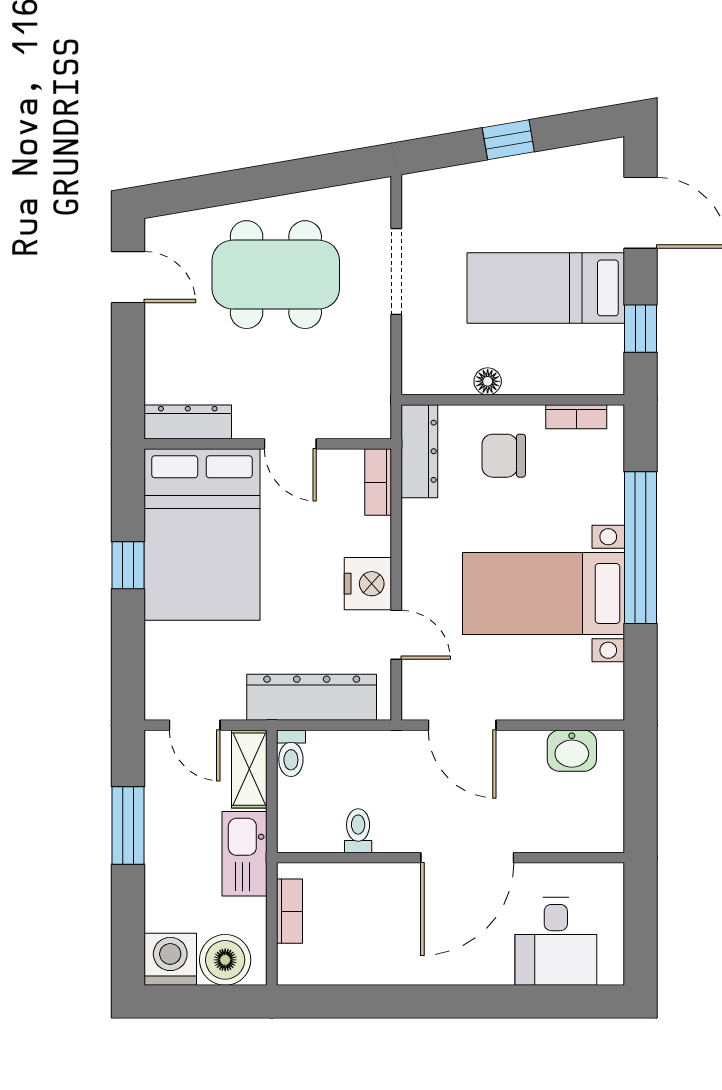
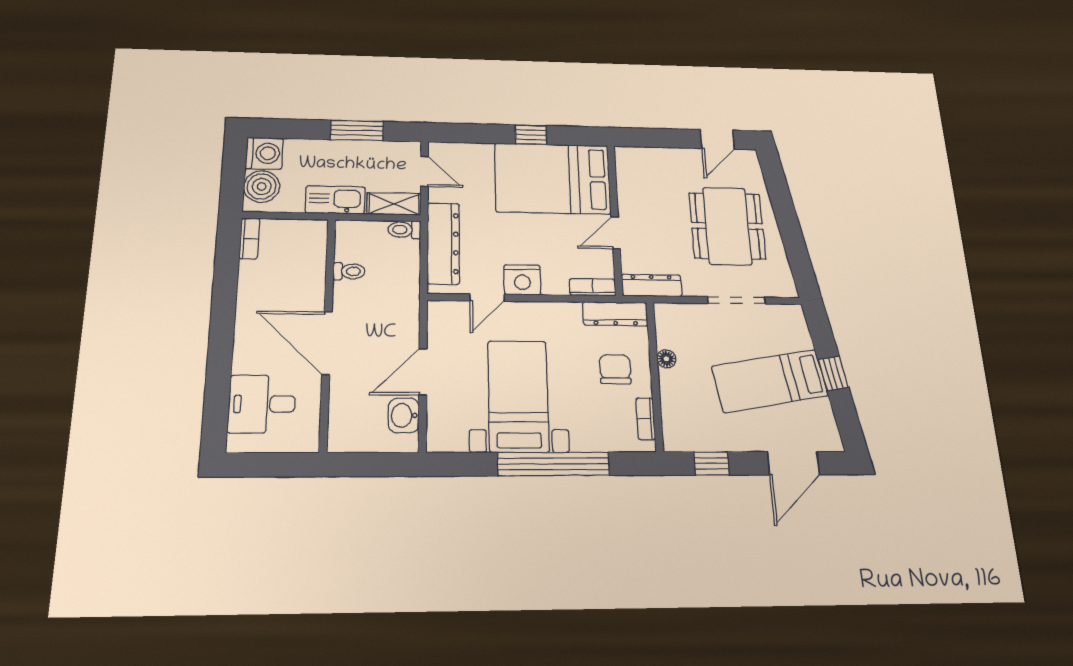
bed: (546, 288) -> (770, 381), moved, turned -100
dresser: (188, 422) -> (652, 286), moved, turned -90
door: (195, 725) -> (424, 171), swing flipped
door: (462, 725) -> (423, 372), moved
bookcase: (289, 911) -> (249, 238), moved, turned -90

